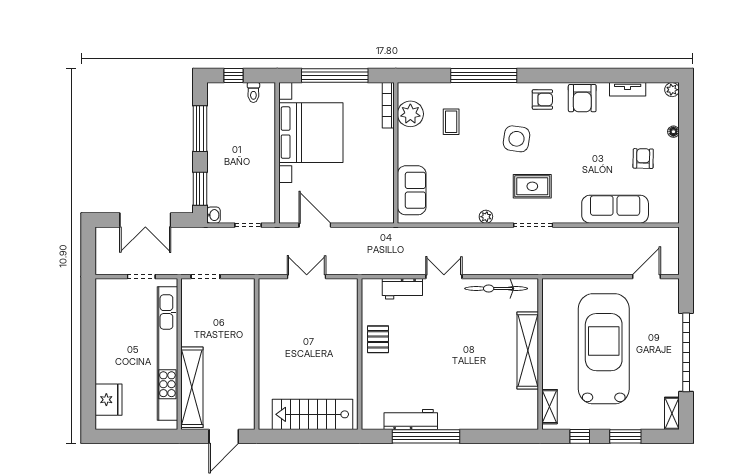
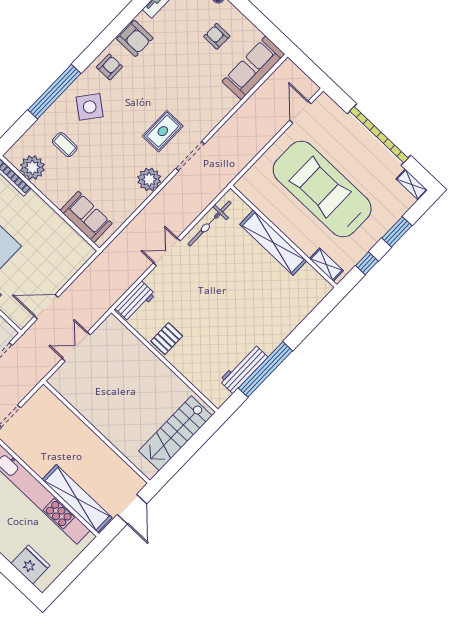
side table: (517, 139) -> (90, 107), moved, turned 30
sofa: (615, 209) -> (254, 68), moved
plant: (486, 217) -> (149, 179), width x1.88, depth x1.88
workbench: (402, 289) -> (135, 301), moved
pallet: (378, 339) -> (167, 339), turned 90

